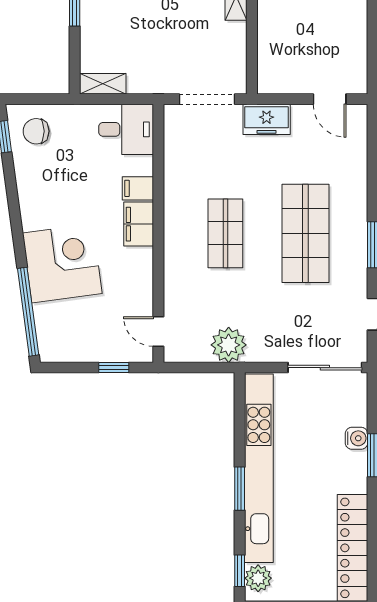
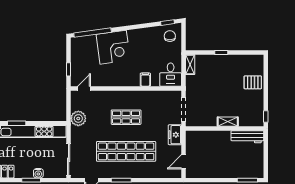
filing cabinet: (139, 224) -> (130, 80), removed
shop shelf: (305, 233) -> (126, 151), width x1.40

